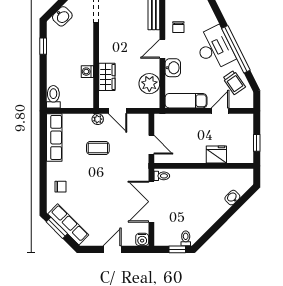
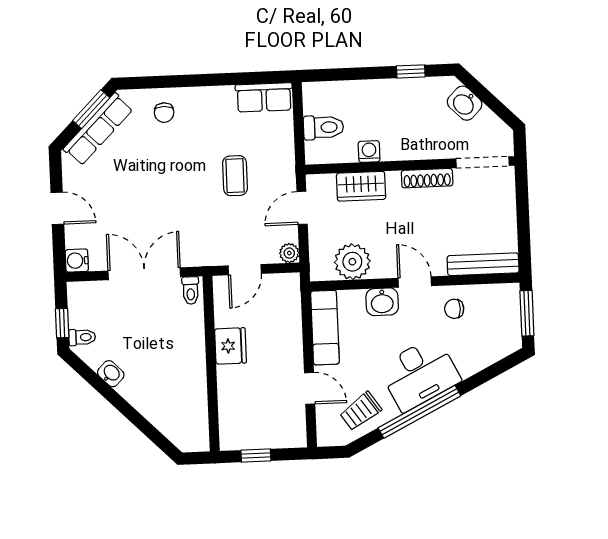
shoe rack: (104, 39) -> (427, 178), added
toilet: (53, 97) -> (324, 127), moved
plant: (98, 119) -> (289, 253), moved
row of seats: (54, 137) -> (264, 97), width x0.68
fridge: (216, 155) -> (231, 346), moved
washbasin: (232, 198) -> (111, 374), moved

